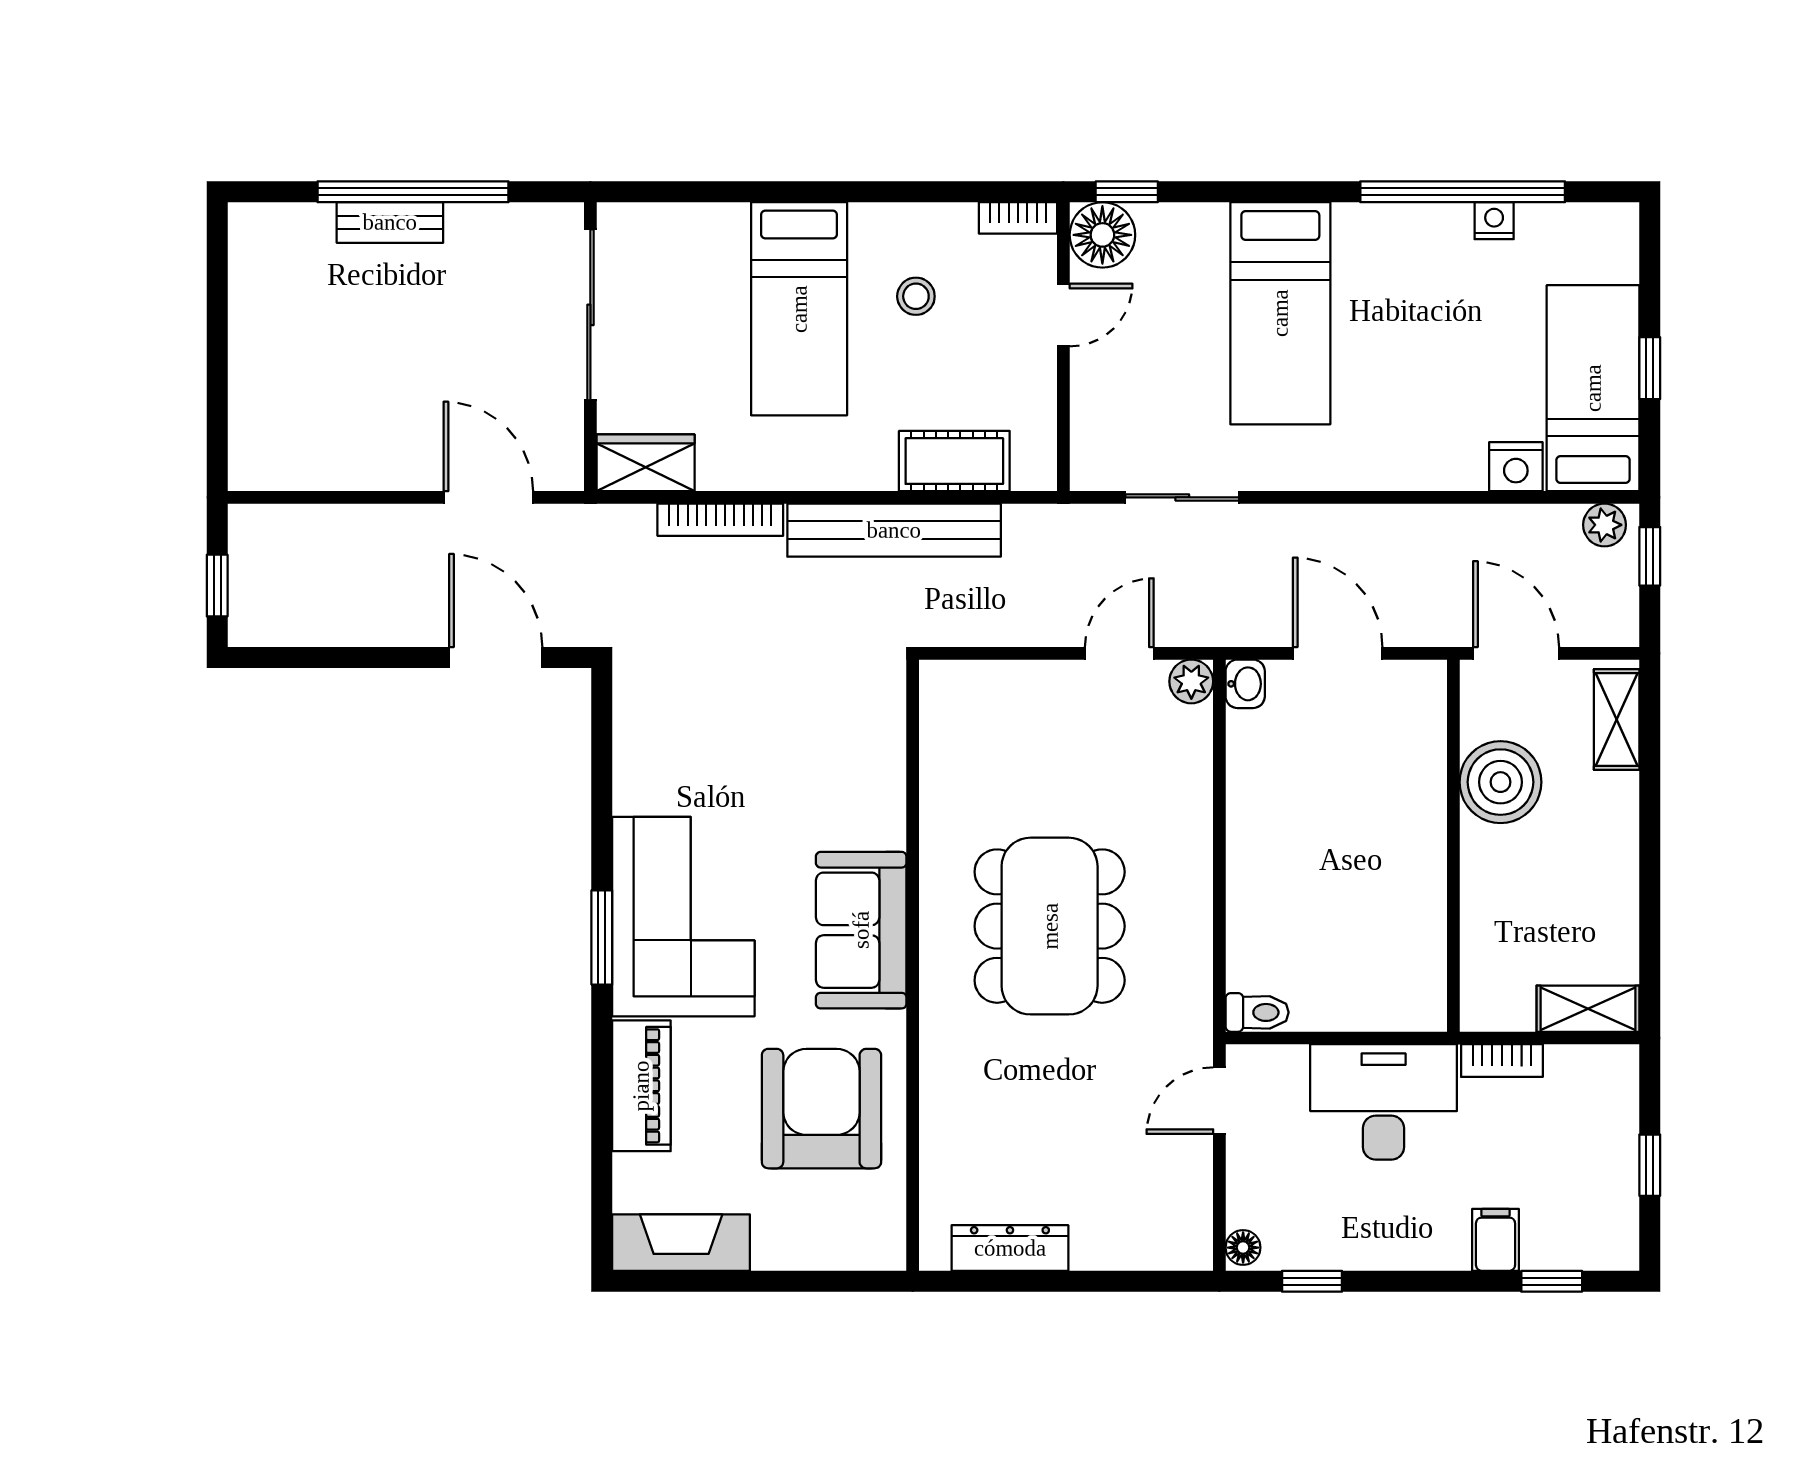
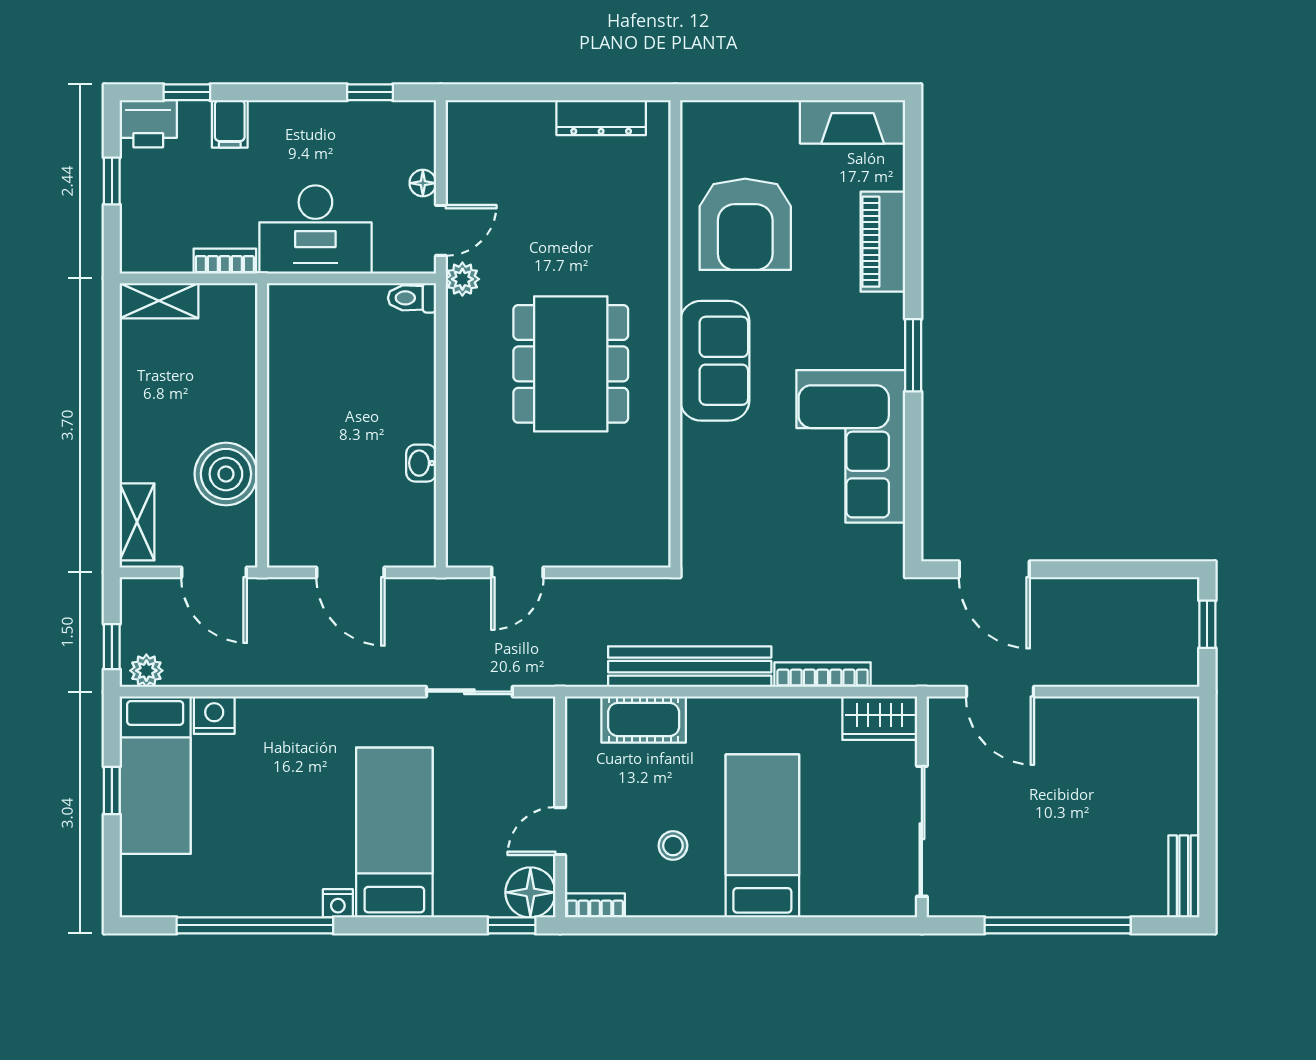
nightstand: (1494, 221) -> (338, 903), moved
bench: (390, 222) -> (1184, 876), moved, turned 90
plant: (1191, 681) -> (462, 279), moved
washbasin: (1245, 684) -> (421, 463), moved
corner sofa: (683, 917) -> (851, 446), moved
printer: (1602, 1240) -> (148, 124), added
floor lamp: (1243, 1248) -> (423, 183), moved

